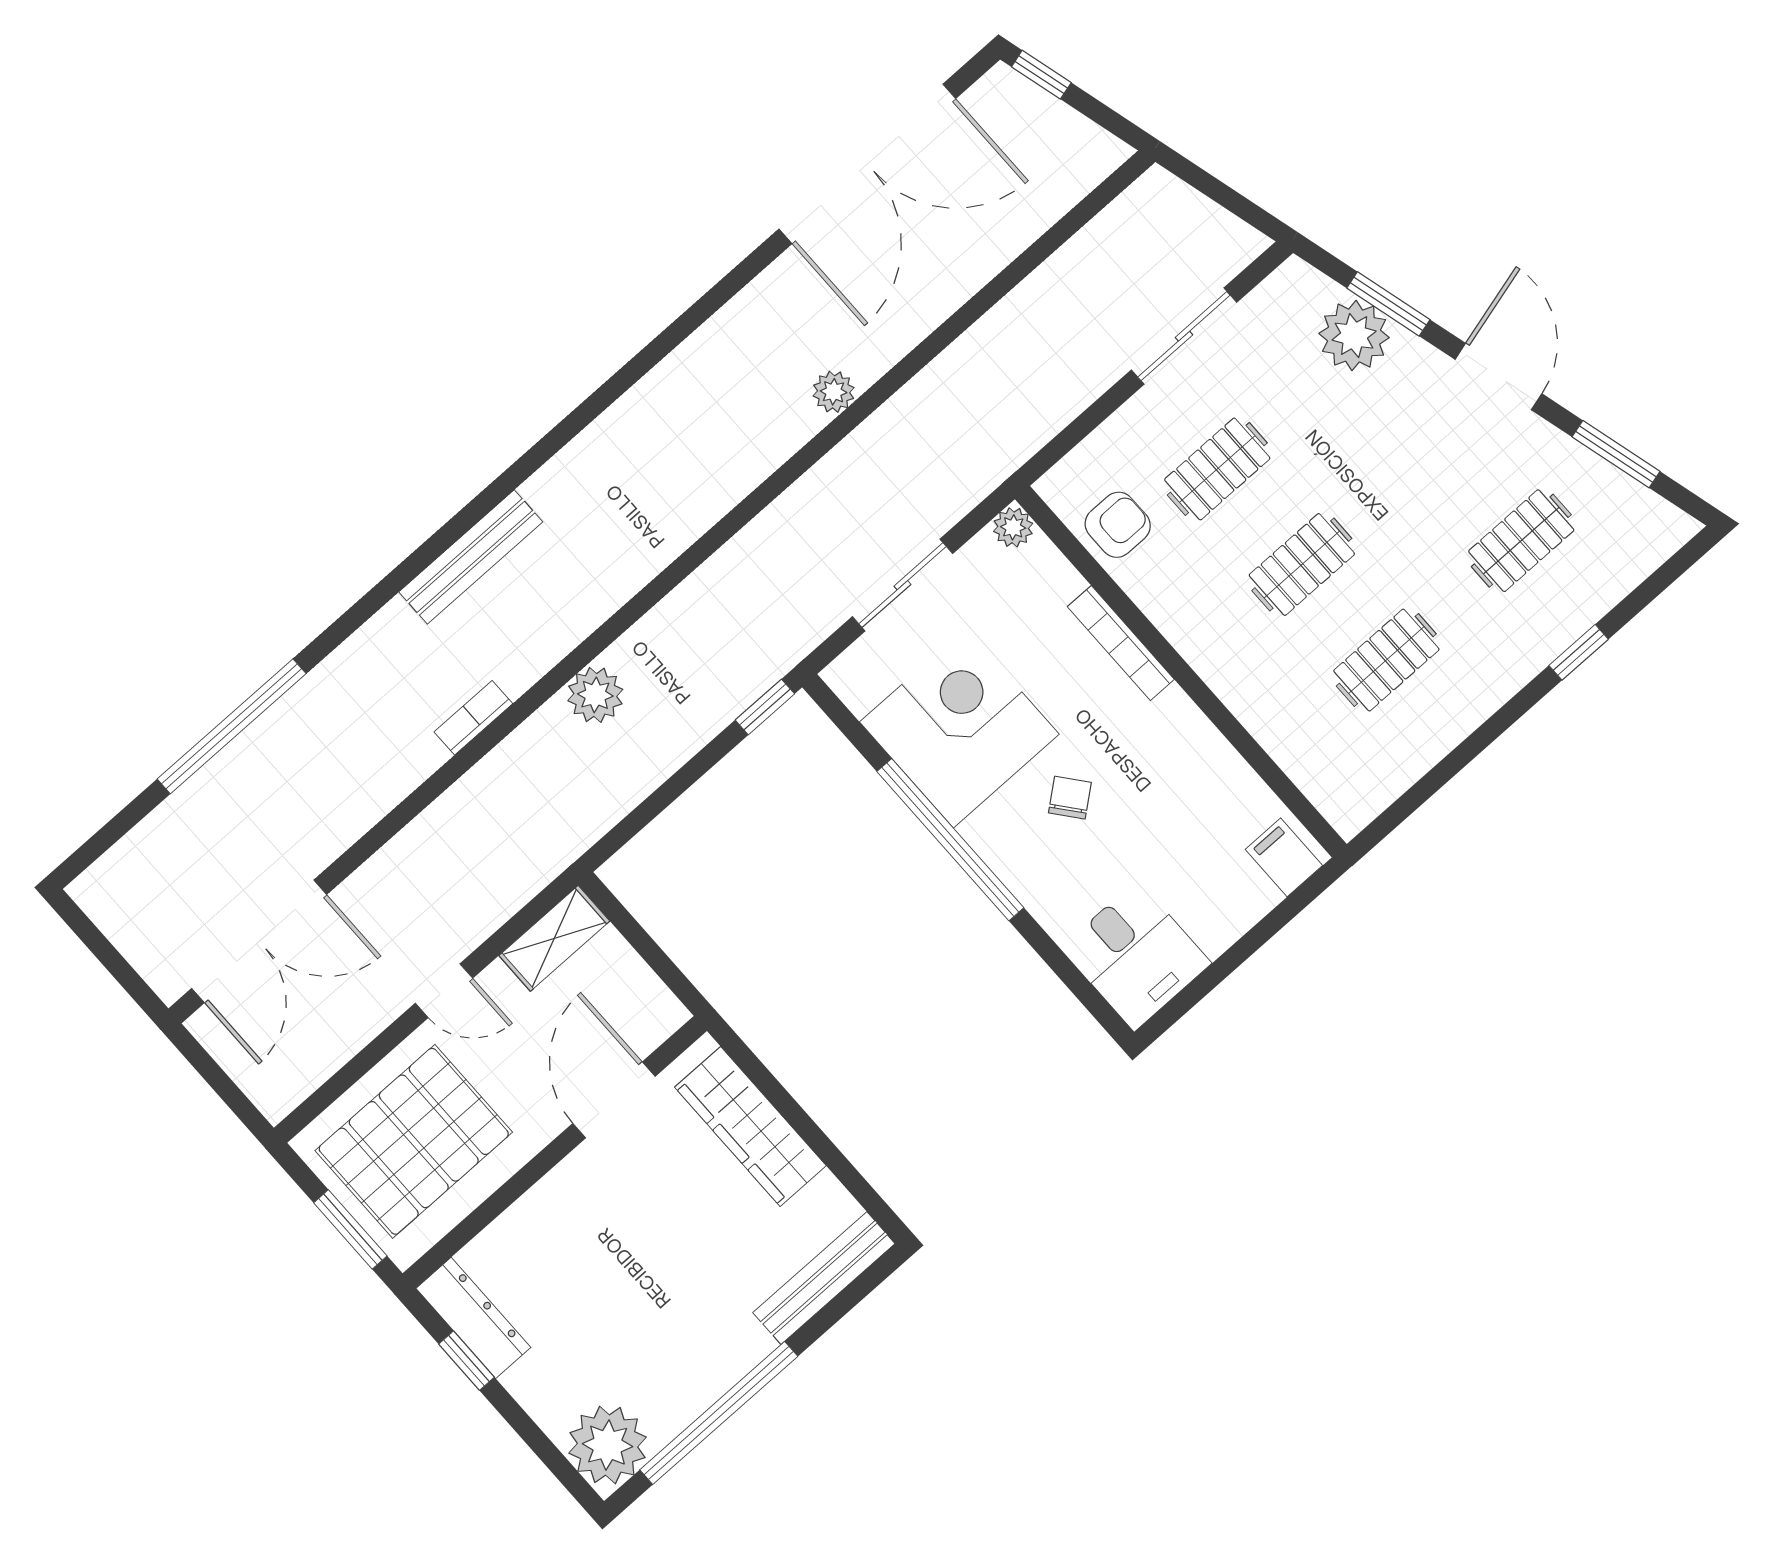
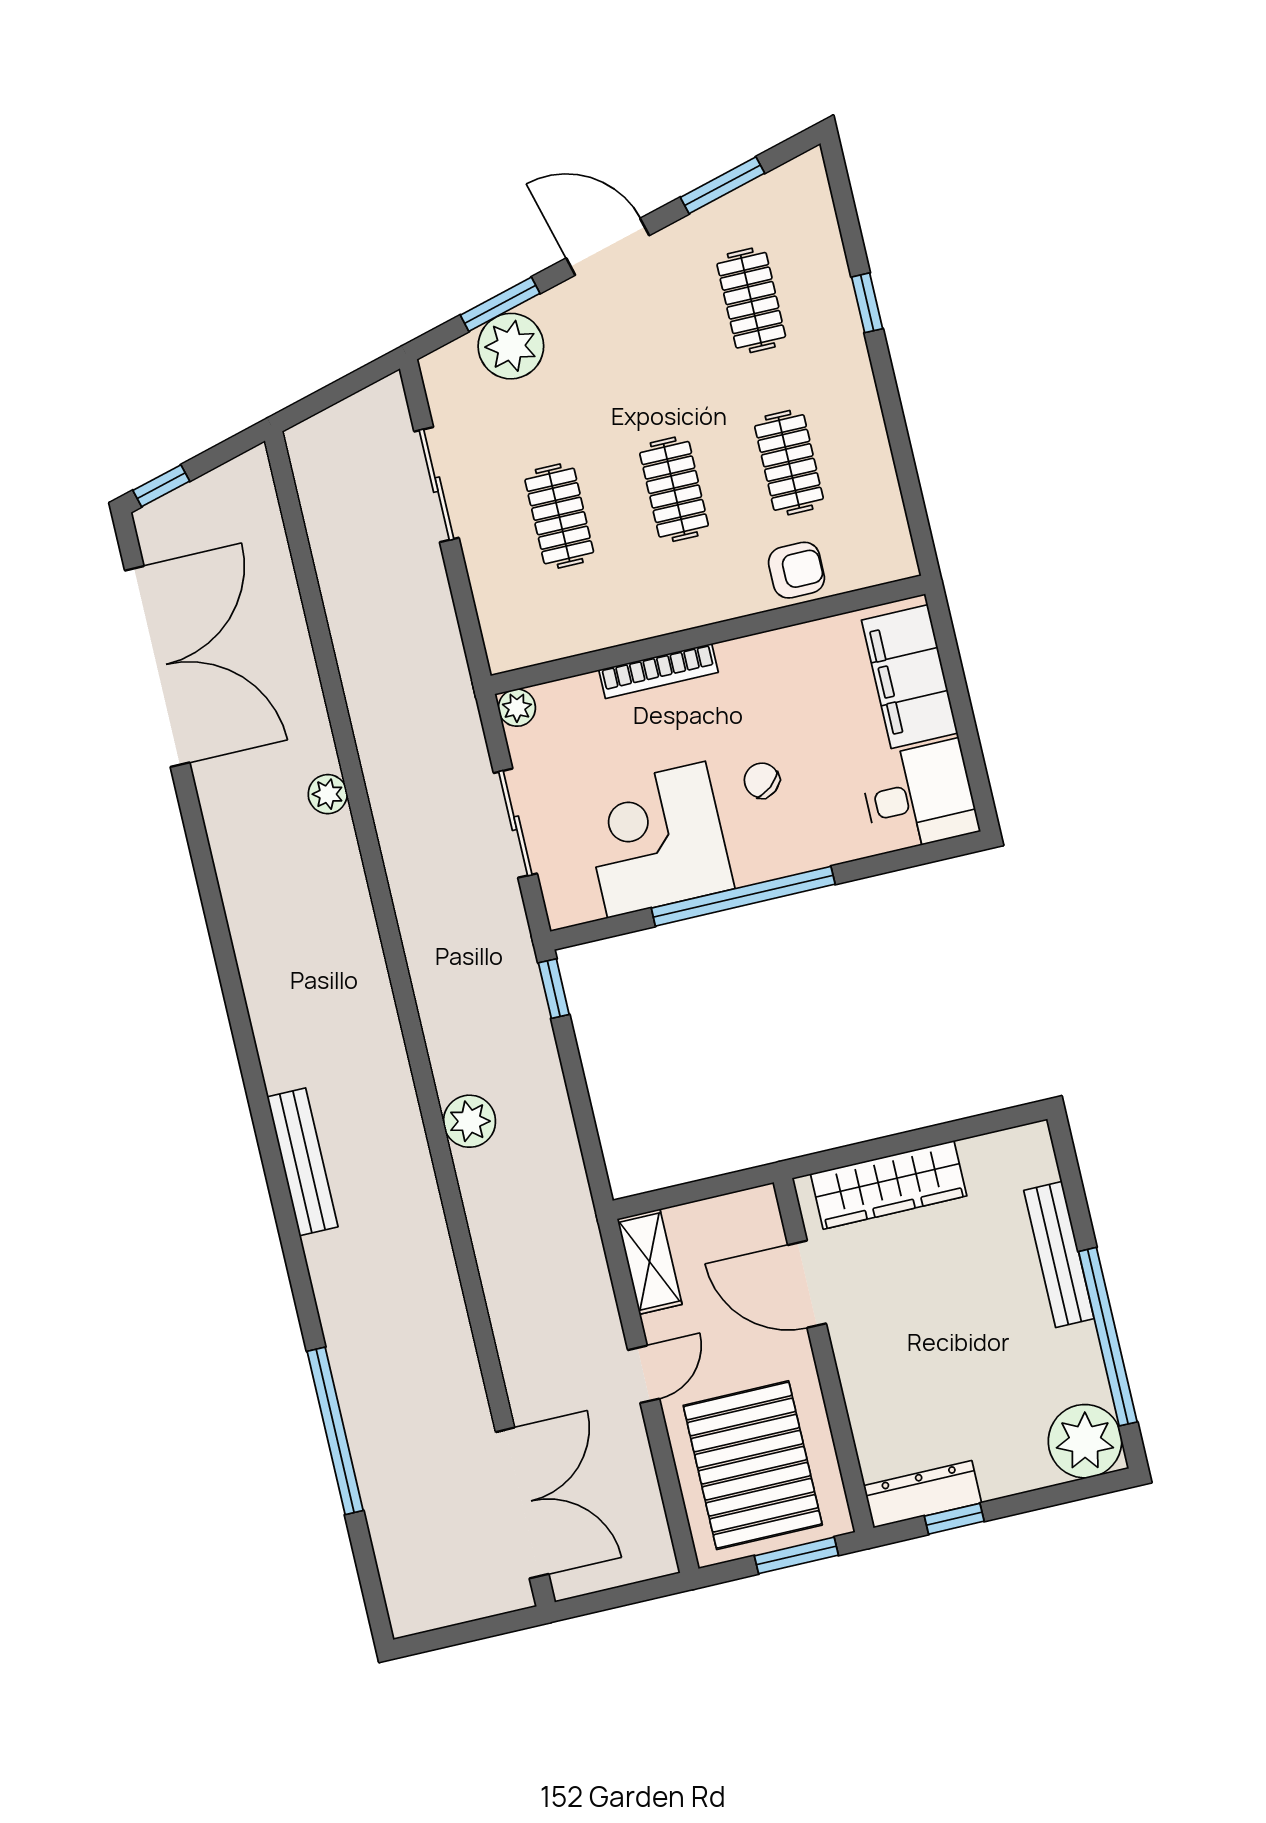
armchair: (1118, 525) -> (796, 570), moved, turned 90
bookcase: (473, 718) -> (434, 1230), removed
filing cabinet: (1284, 857) -> (910, 677), width x3.00, depth x1.17
bench: (824, 1278) -> (1059, 1254), moved

